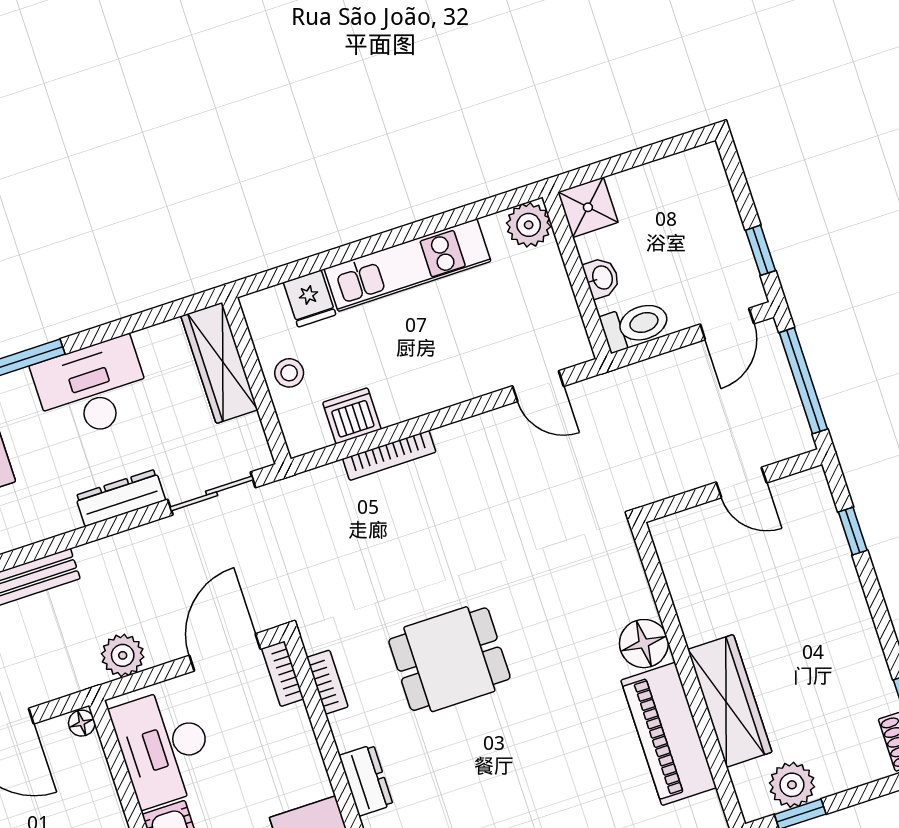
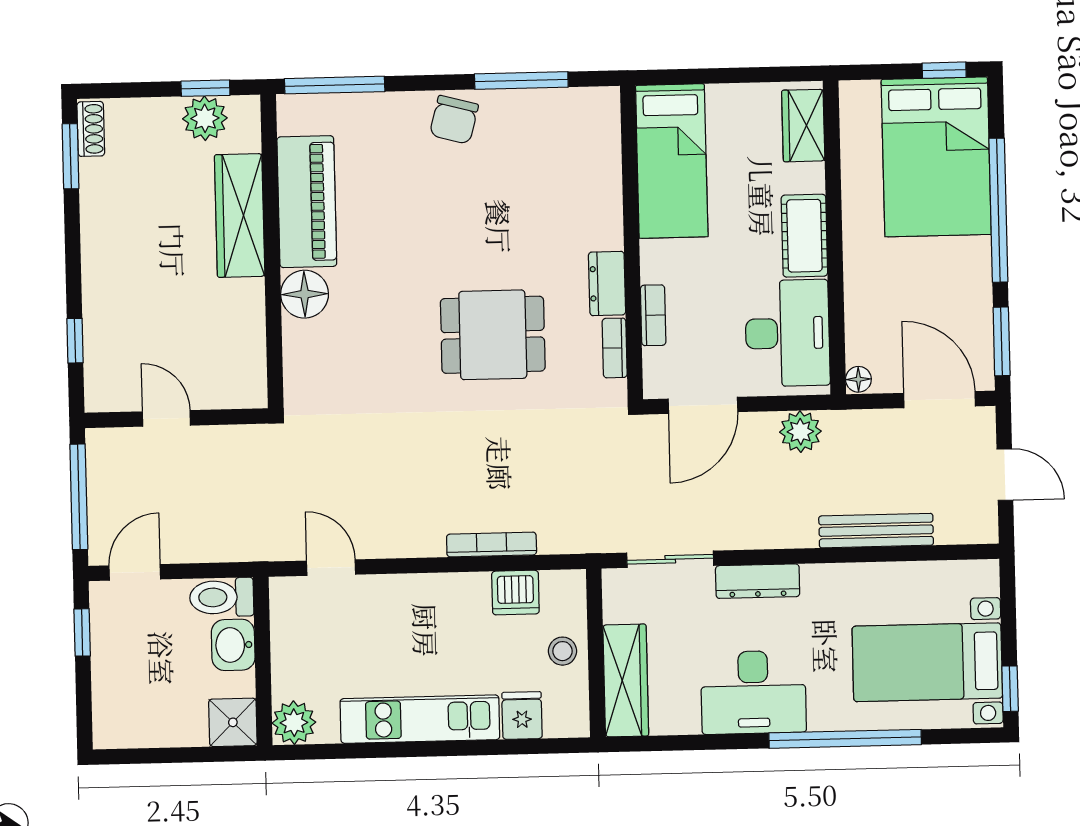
washbasin: (602, 278) -> (233, 645), width x1.38, depth x1.45
bookcase: (283, 674) -> (653, 315), moved
dresser: (366, 780) -> (607, 284), moved

